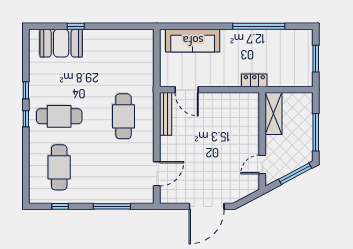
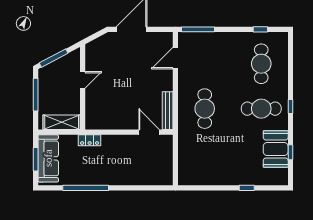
sofa: (193, 41) -> (48, 158), moved, turned 90
booth: (61, 43) -> (276, 149), moved, turned 90
window: (26, 90) -> (291, 152), moved
shelving: (273, 113) -> (62, 122), moved, turned 90
door: (262, 165) -> (83, 80), moved
window: (112, 206) -> (198, 29), moved

